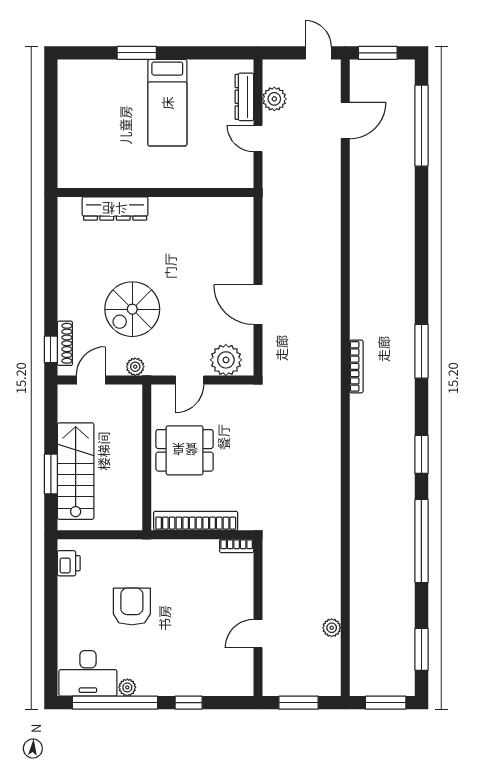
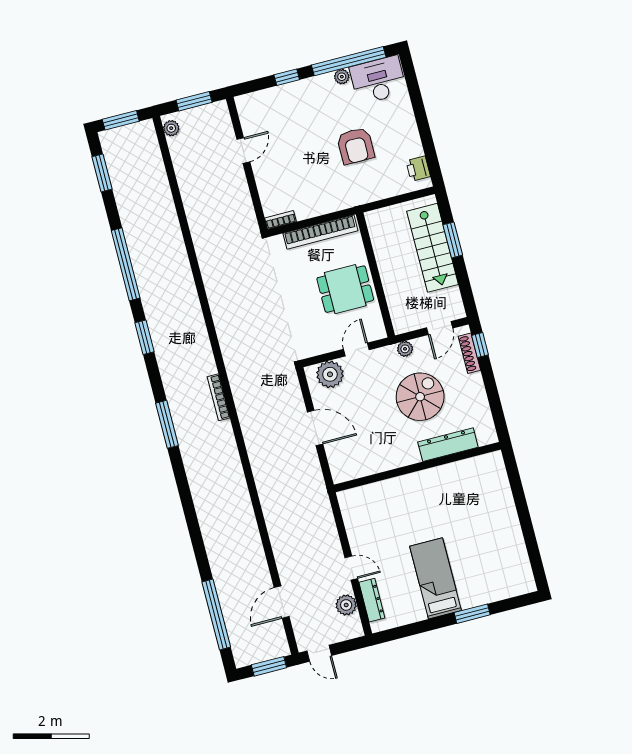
wall: (156, 192) -> (417, 467), moved
dresser: (115, 209) -> (448, 445), moved
plant: (332, 628) -> (171, 128), moved

